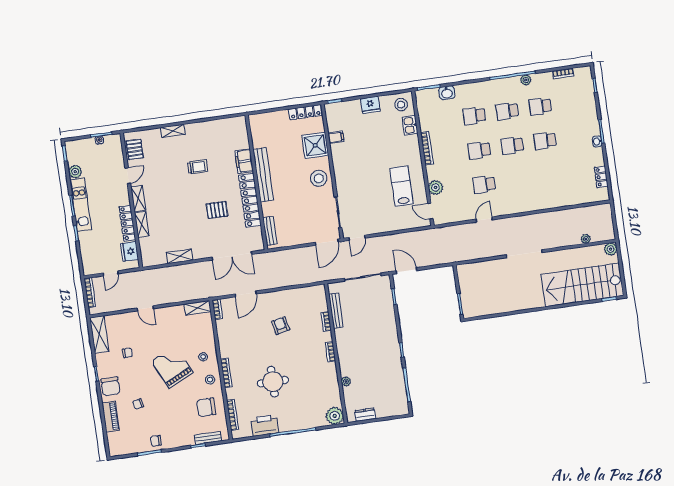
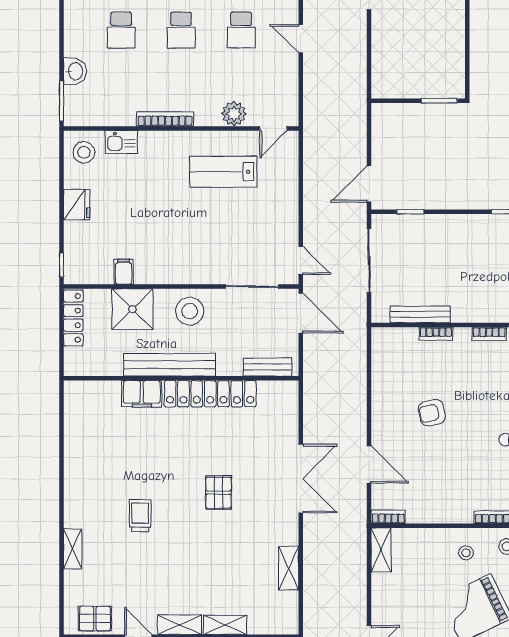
filing cabinet: (244, 161) -> (142, 394), moved
bench: (263, 175) -> (170, 365), moved
wall: (256, 182) -> (181, 378), moved
locker: (250, 200) -> (210, 394), moved
bench: (270, 231) -> (267, 367), moved

